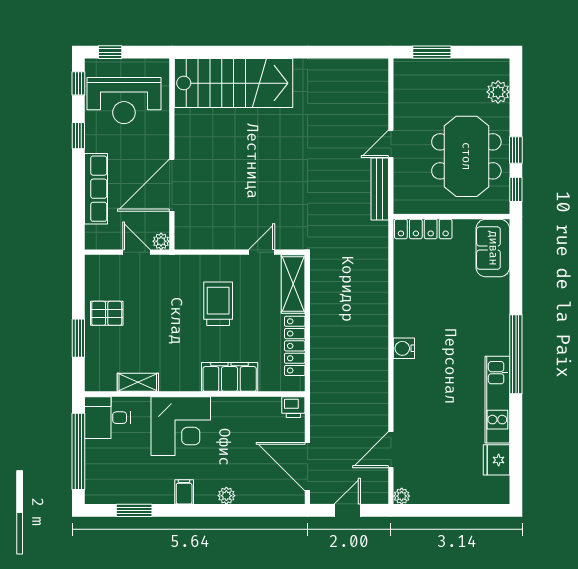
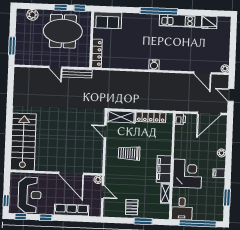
door: (136, 252) -> (103, 192), swing flipped
filing cabinet: (230, 377) -> (164, 169), moved

